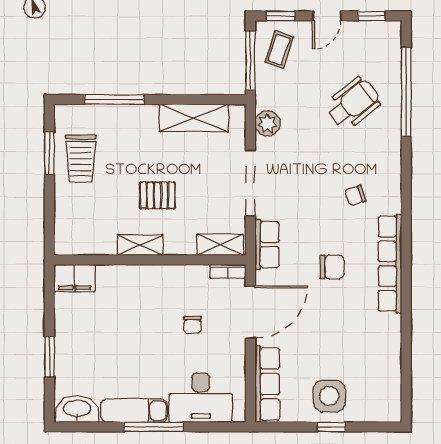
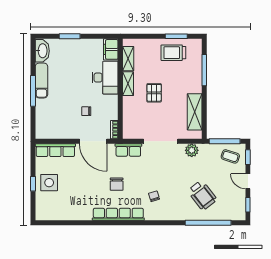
shelving: (220, 245) -> (128, 59), moved
desk: (201, 398) -> (105, 78), moved, turned 180

